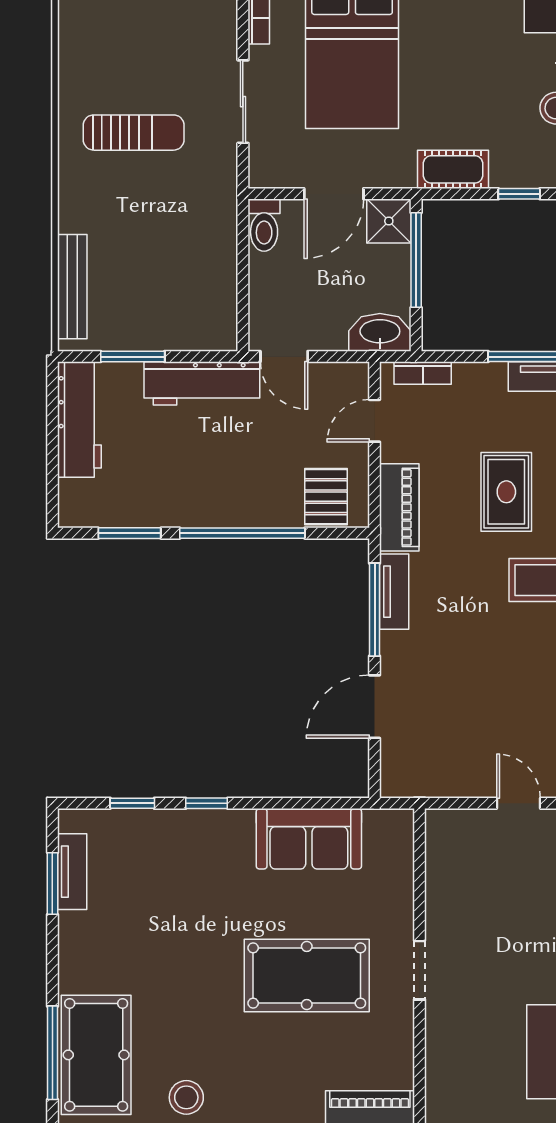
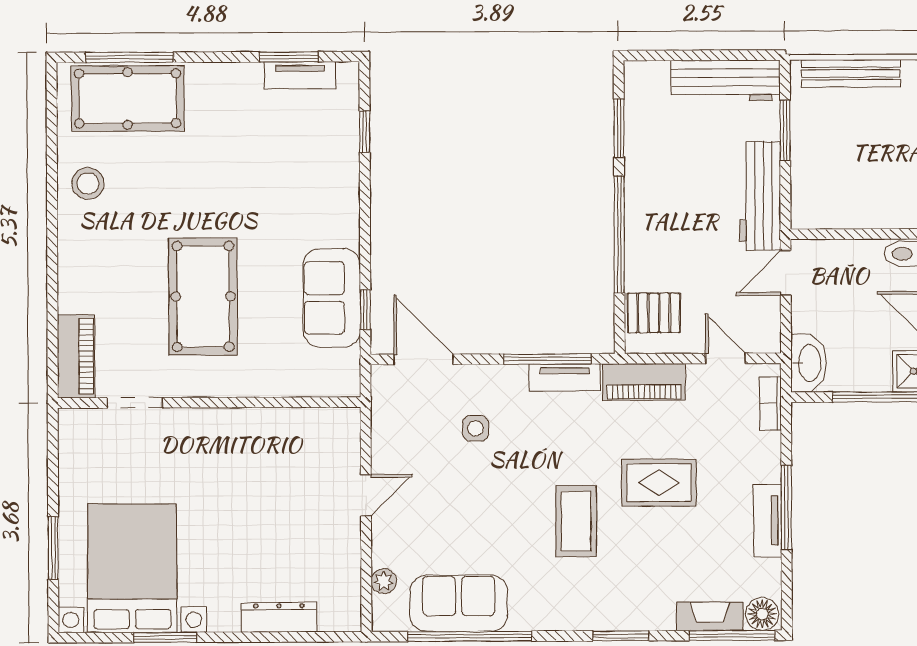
side table: (448, 687) -> (476, 428), added
door: (375, 707) -> (424, 359), moved
window: (207, 803) -> (365, 309), moved
doorway: (420, 970) -> (135, 403), moved

